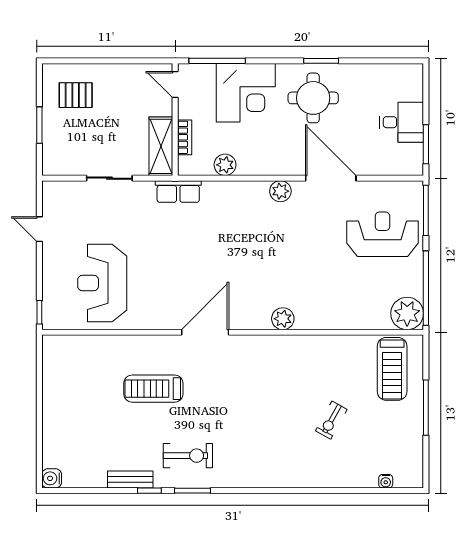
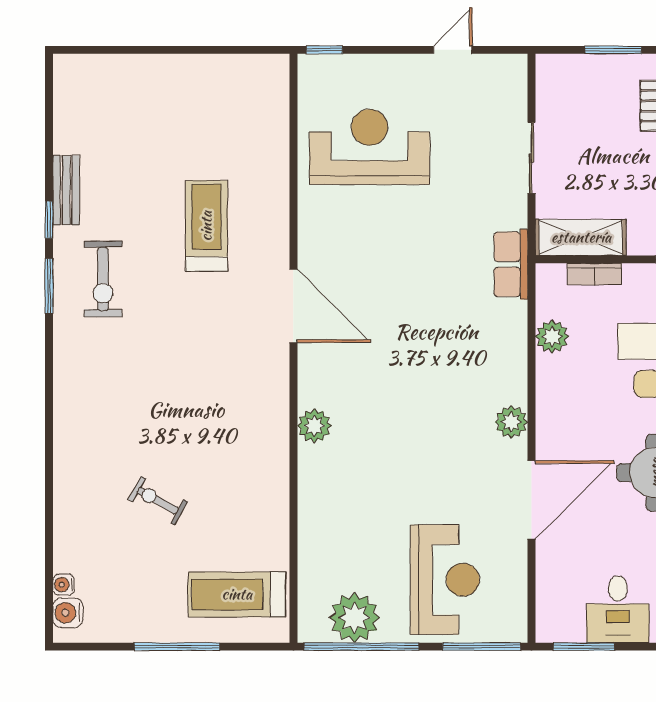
plant: (407, 313) -> (355, 618), moved
water cooler: (52, 478) -> (68, 613), moved, turned -90

